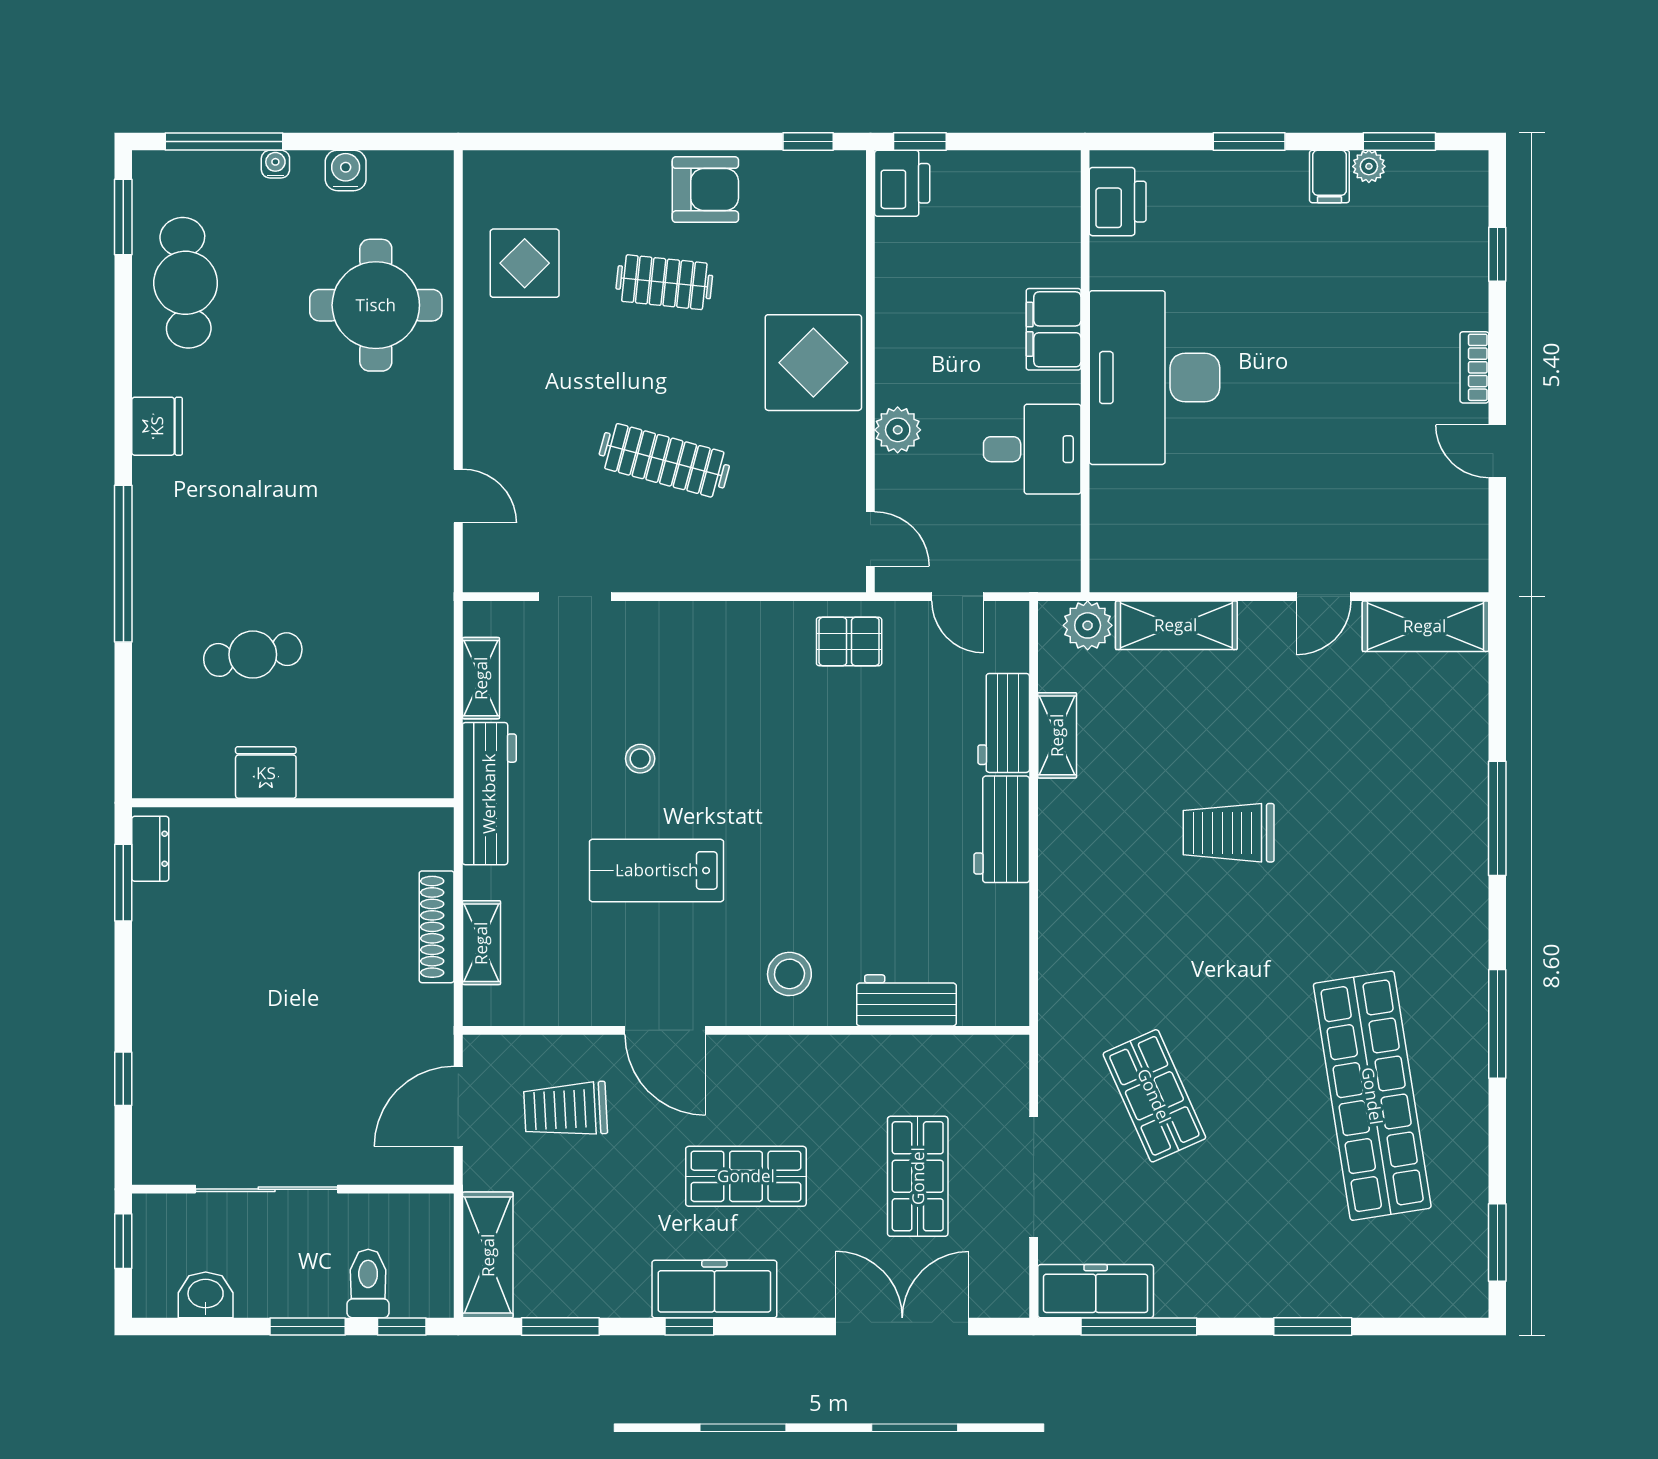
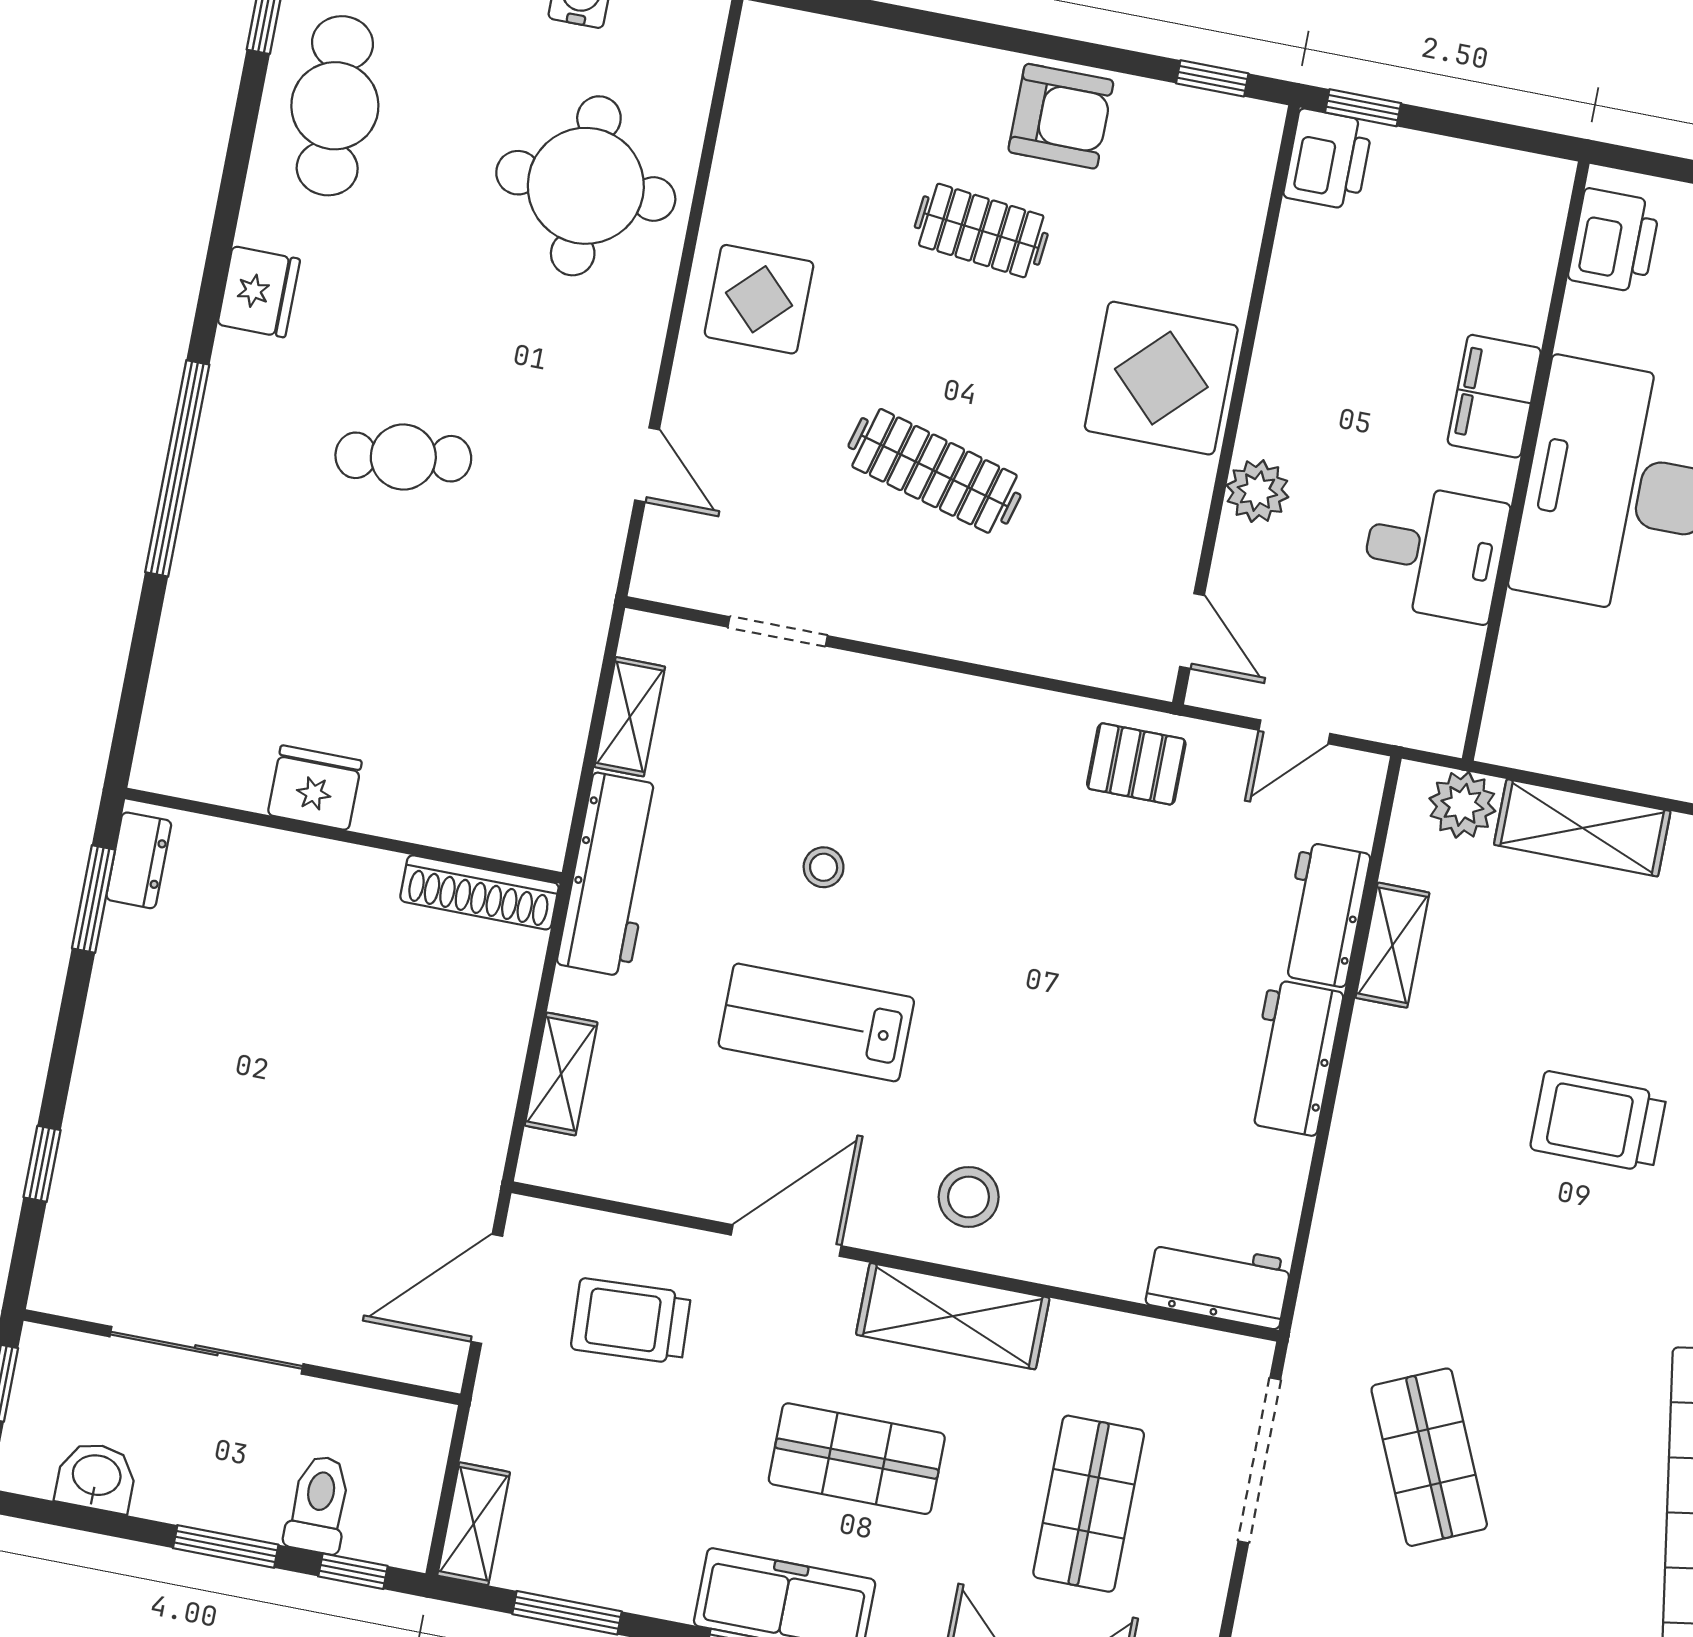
display table: (525, 263) -> (759, 299), moved
door: (958, 597) -> (1294, 732), hinge flipped
cafe table: (253, 655) -> (403, 457), moved
shoe rack: (437, 927) -> (479, 892), moved, turned -90
workbench: (906, 1000) -> (1218, 1283), moved
door: (665, 1030) -> (786, 1240), swing flipped
shelving: (795, 1061) -> (953, 1316), added
doorway: (1034, 1177) -> (1259, 1460), moved
shelving: (488, 1255) -> (474, 1524), width x0.67, depth x0.75

